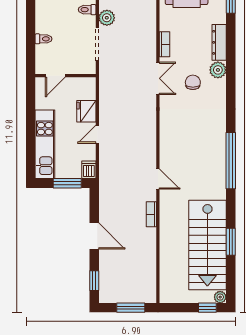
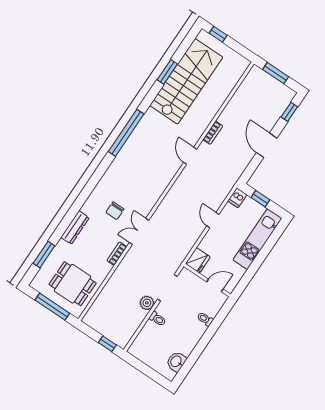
plant: (218, 70) -> (90, 207), removed
fridge: (86, 111) -> (198, 260), moved
door: (97, 134) -> (213, 220), swing flipped
window: (67, 183) -> (260, 199), width x0.67
plant: (220, 297) -> (203, 36), removed

